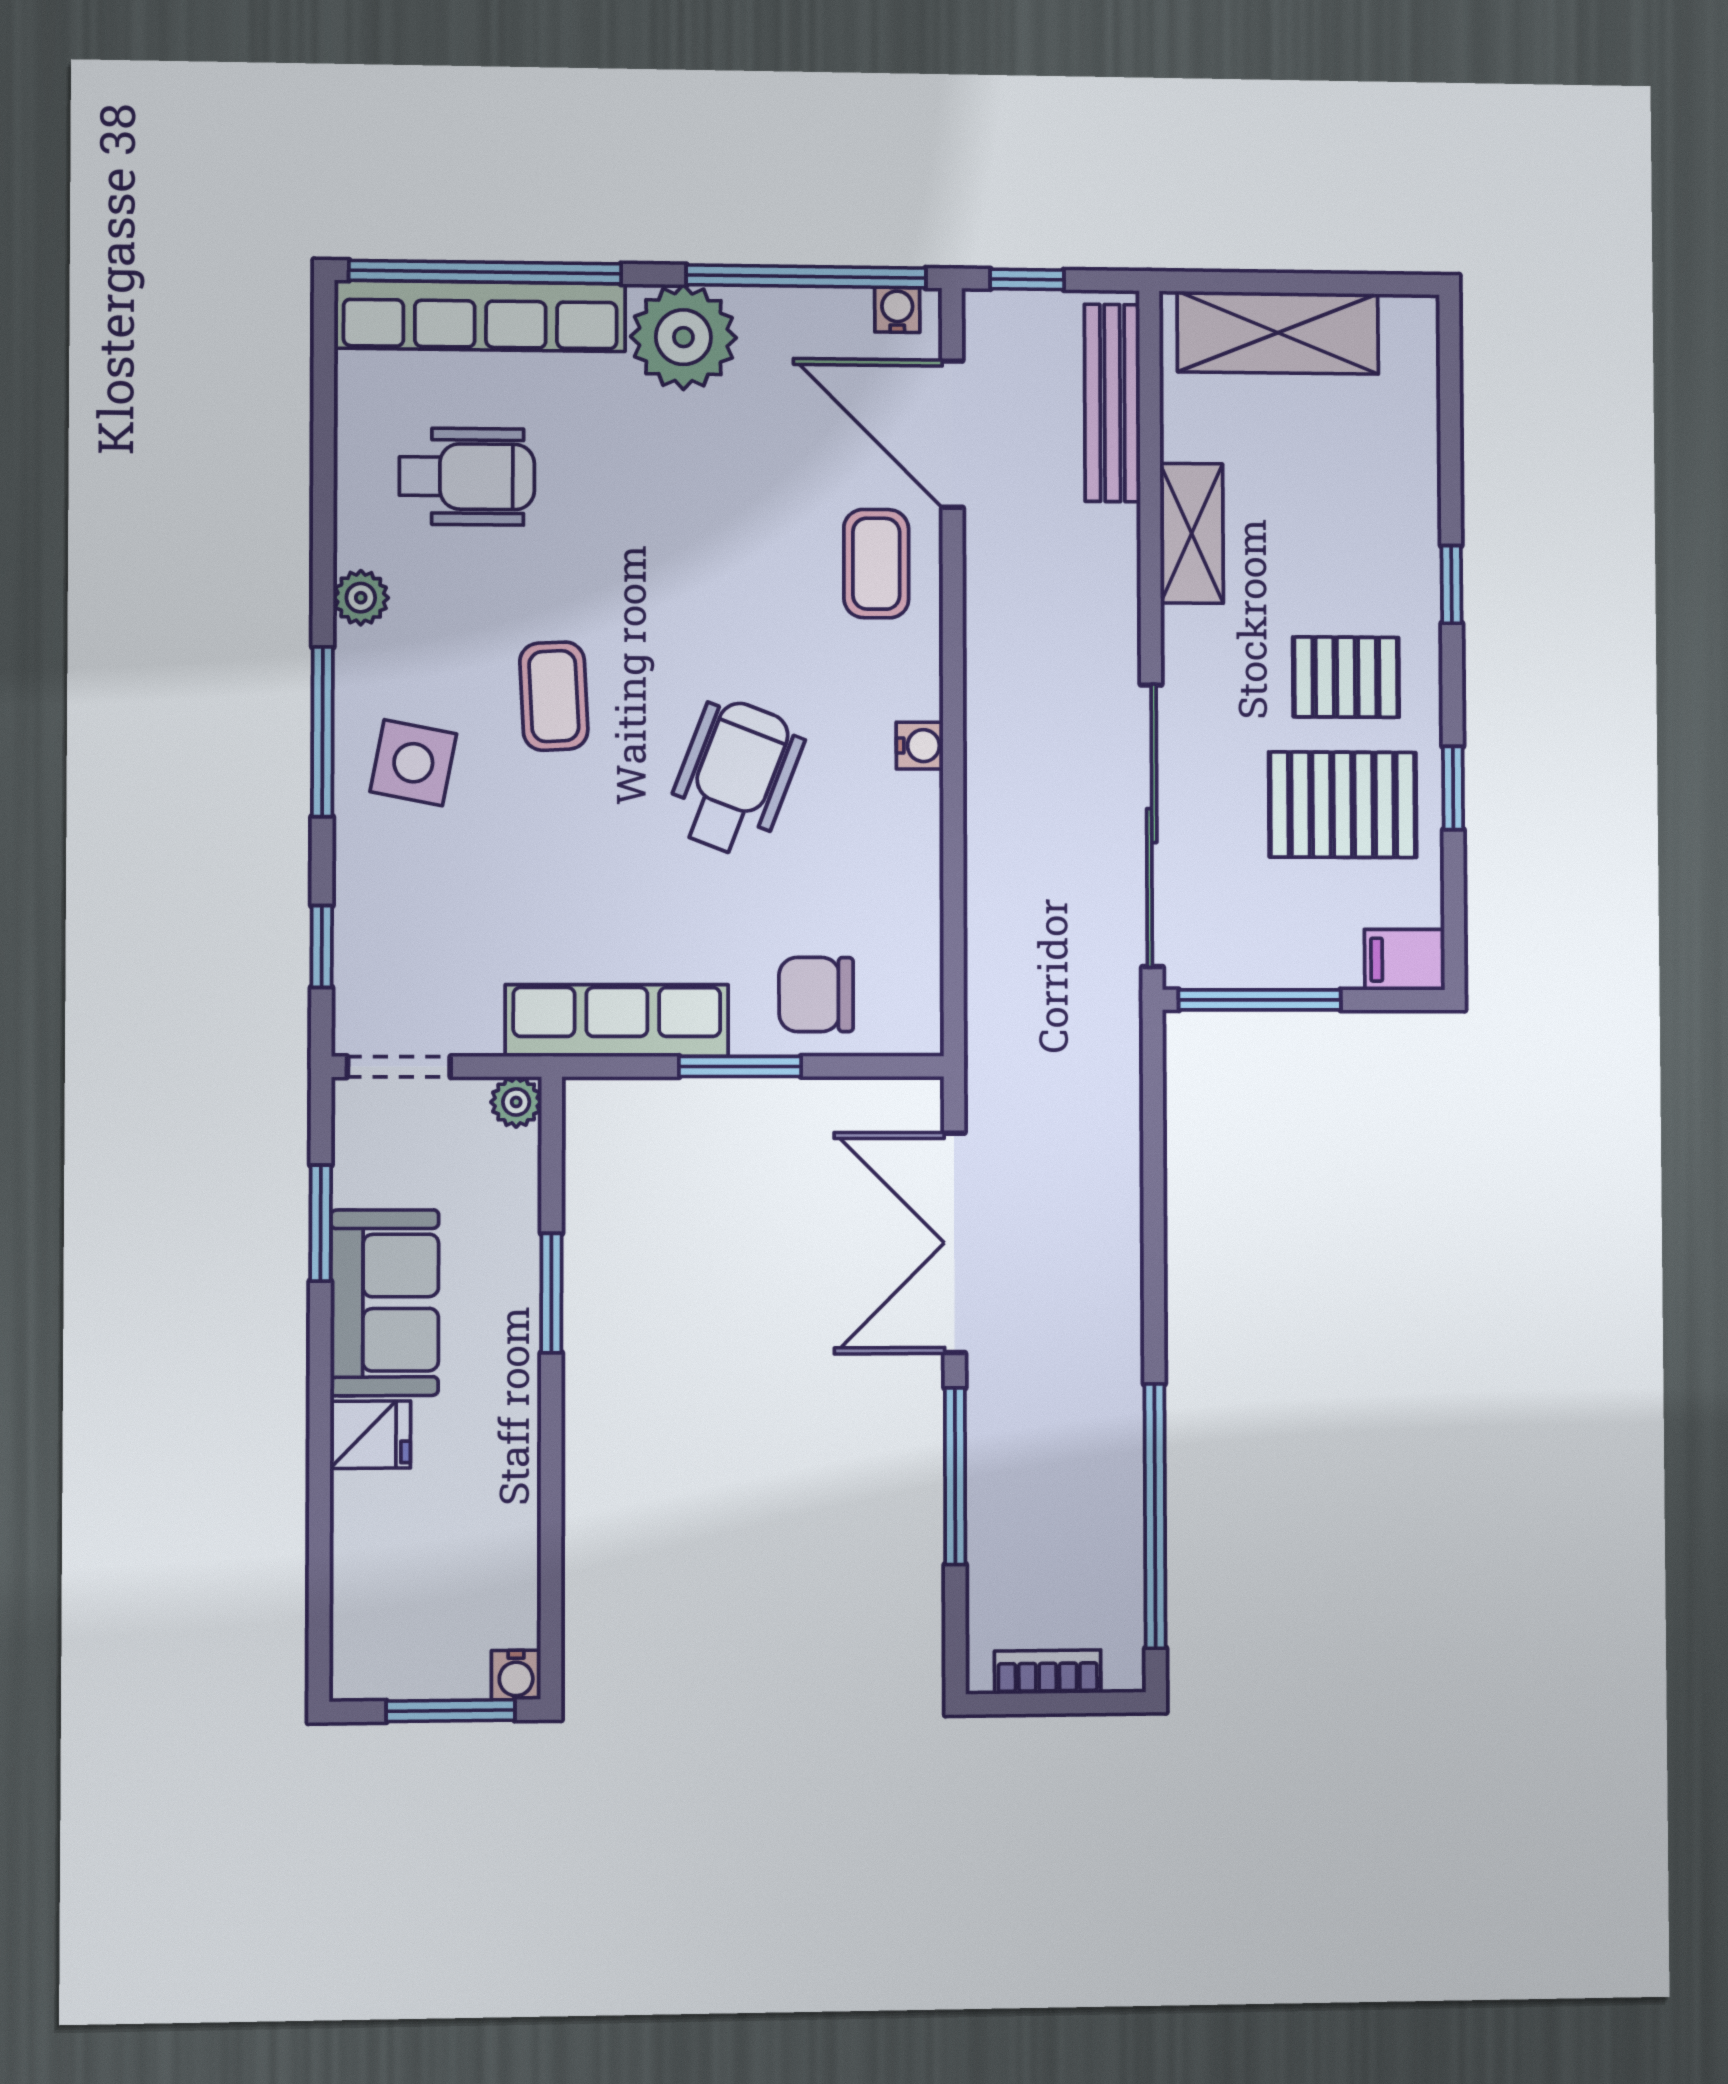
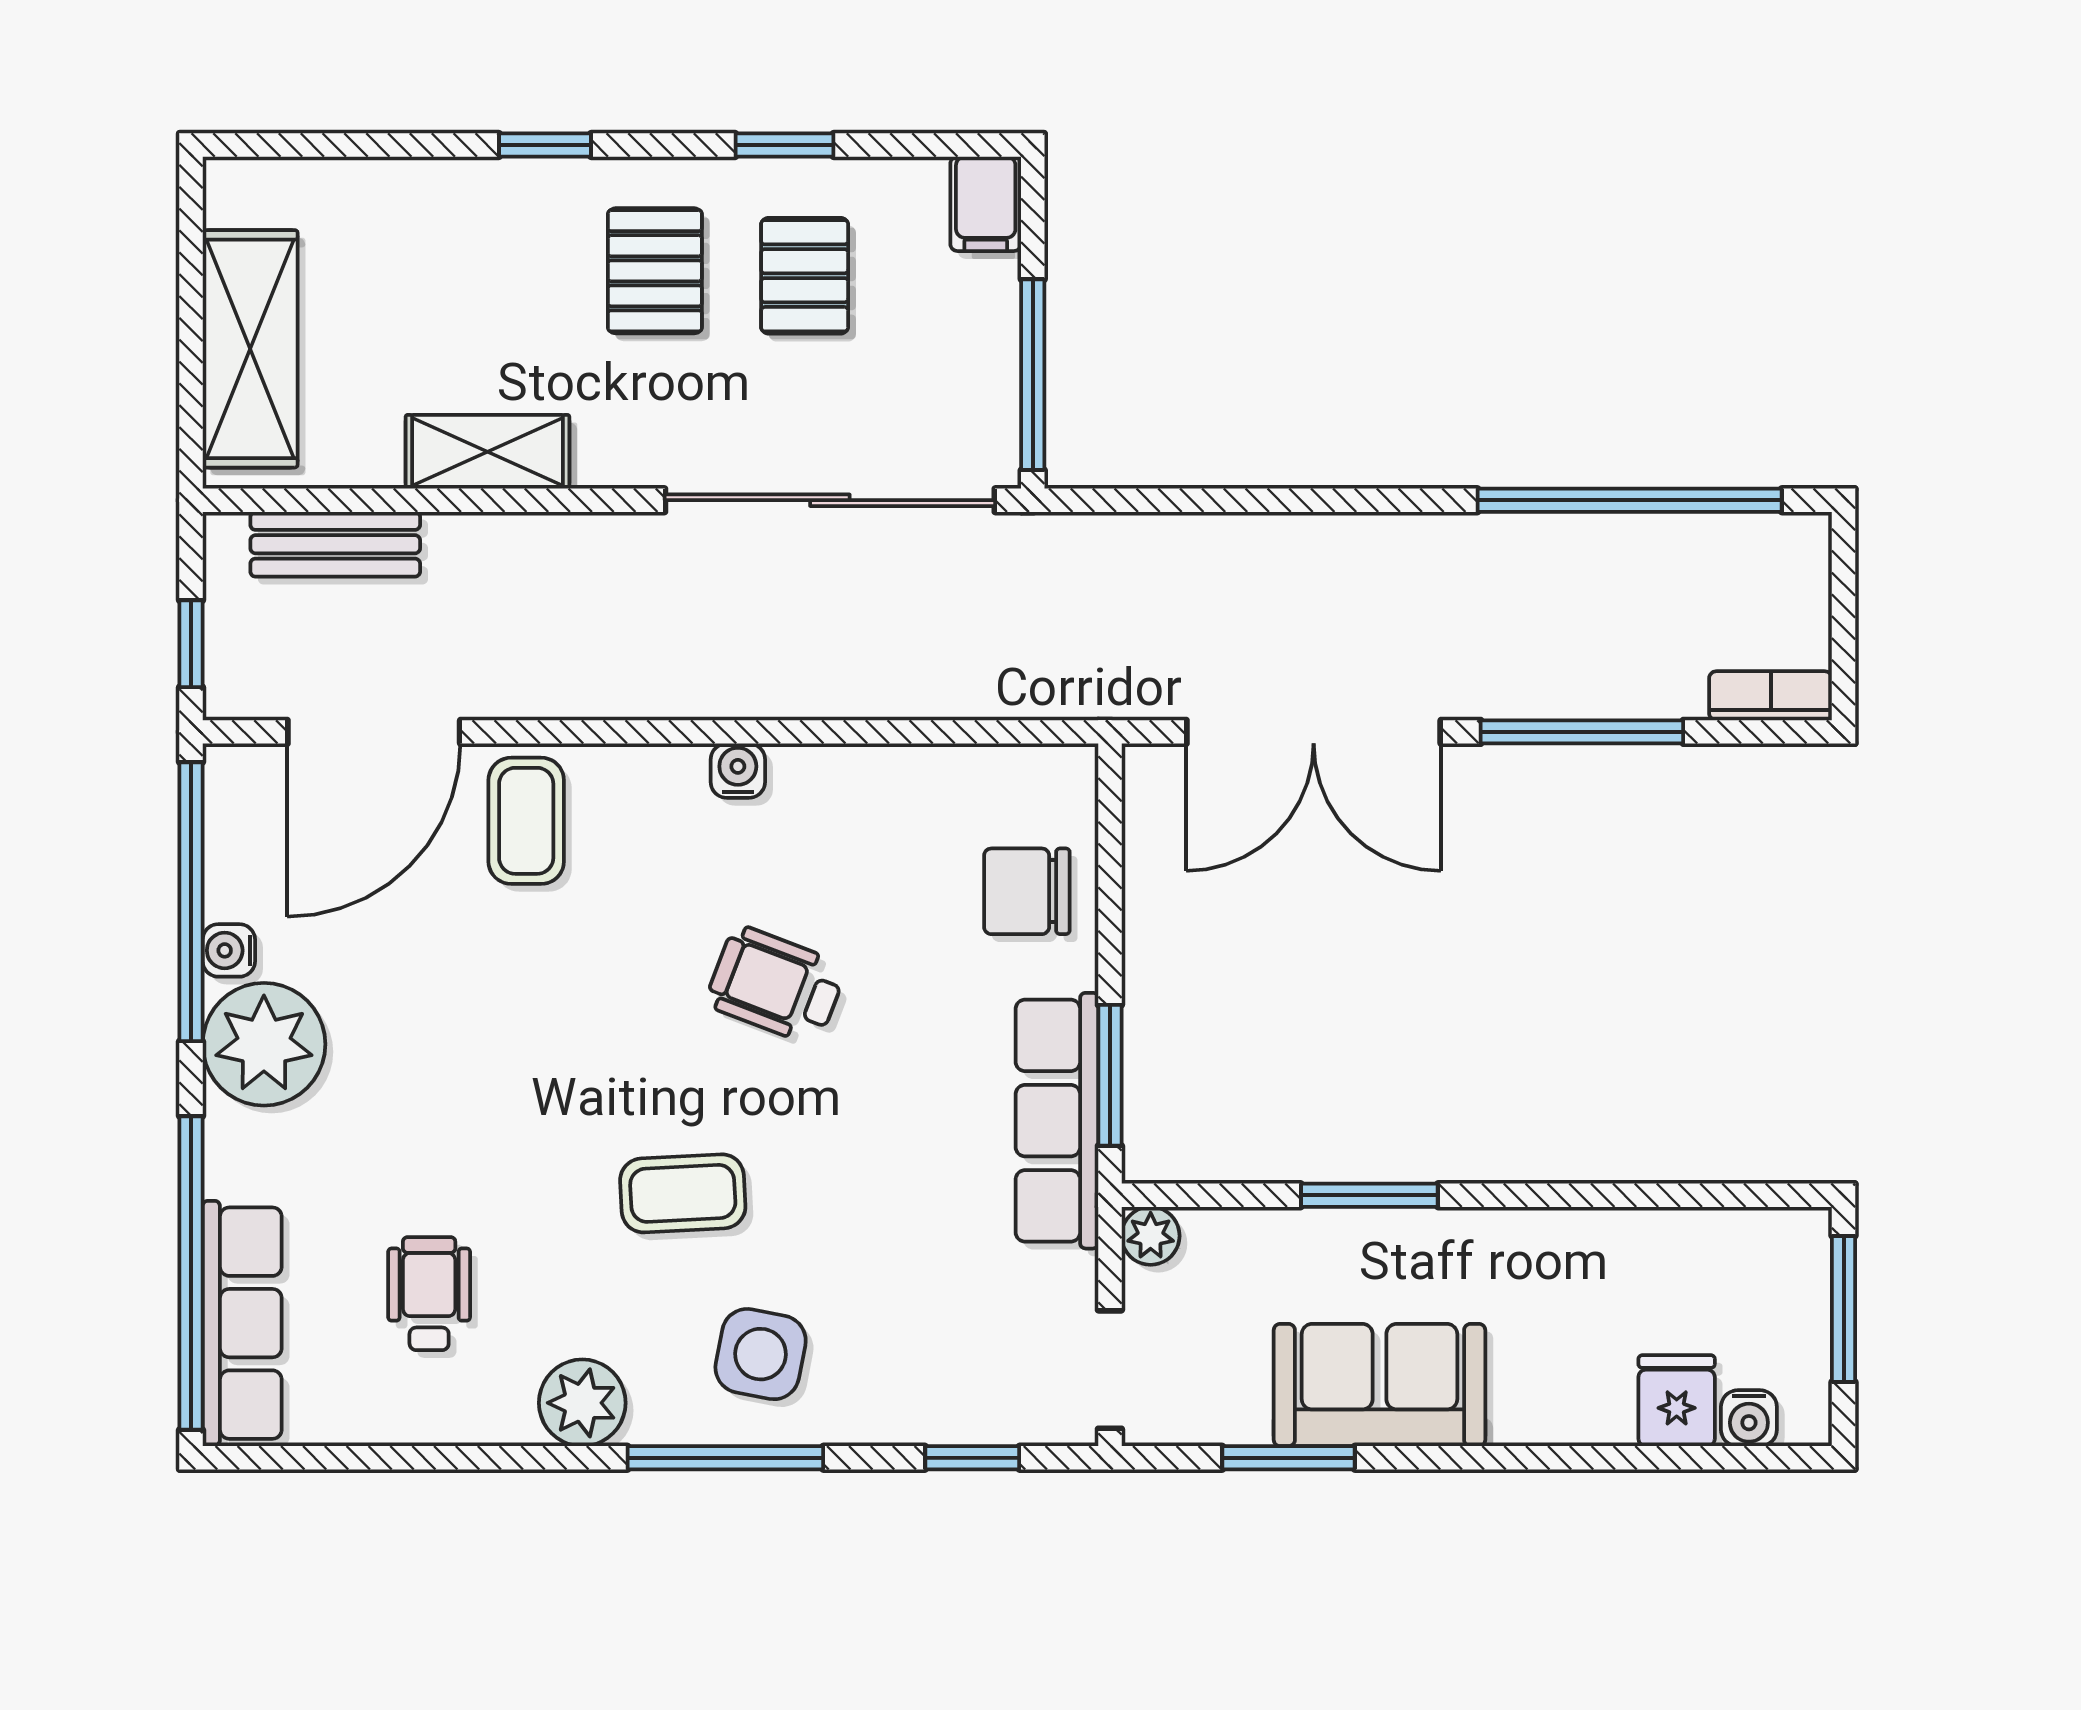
water cooler: (897, 310) -> (229, 950), moved
row of seats: (480, 316) -> (242, 1323), width x0.73
bench: (1112, 403) -> (335, 544), width x0.73
wheelchair: (467, 477) -> (429, 1294), width x0.73, depth x0.73
coffee table: (876, 564) -> (526, 821), turned 90
plant: (361, 598) -> (582, 1403), width x1.38, depth x1.38
wheelchair: (735, 777) -> (776, 985), width x0.73, depth x0.73
pallet: (1343, 805) -> (805, 276), width x0.67, depth x0.71
chair: (816, 995) -> (1027, 891), turned 90
window: (740, 1066) -> (1110, 1075), moved
fridge: (370, 1435) -> (1677, 1401), moved
bookcase: (1048, 1672) -> (1771, 696), moved, turned 90
water cooler: (516, 1675) -> (1749, 1418), moved, turned 90

